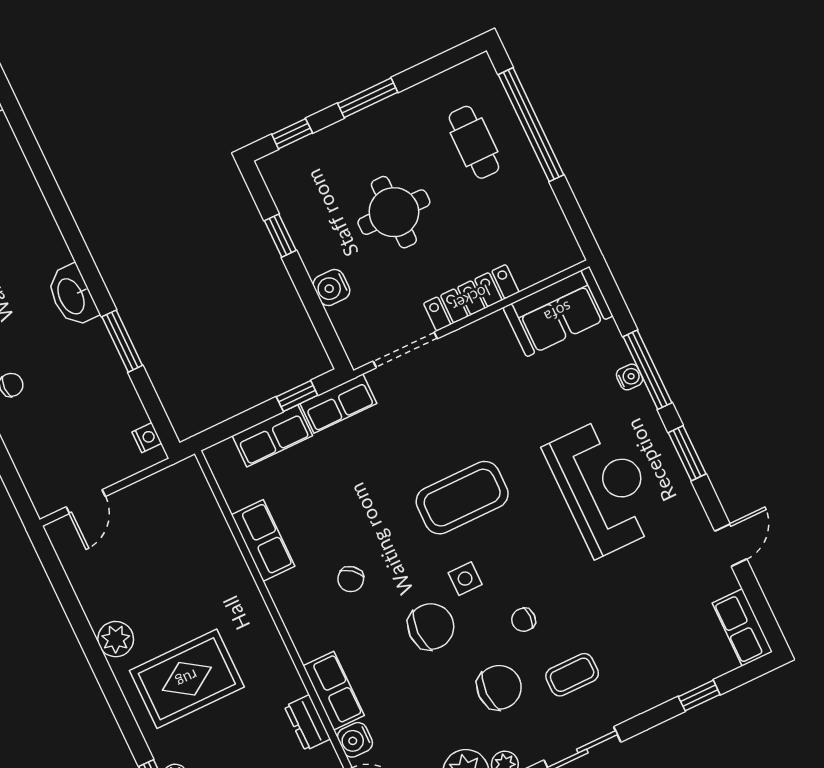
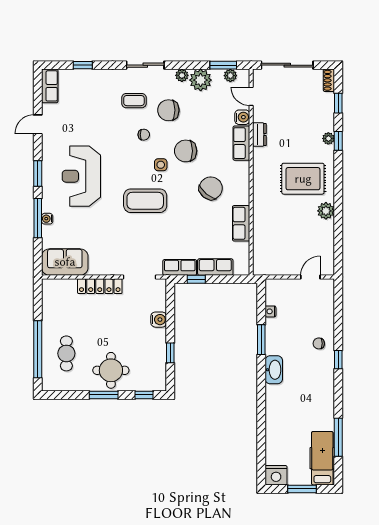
round table: (394, 212) -> (111, 370), moved
nightstand: (147, 438) -> (270, 311), moved
chair: (351, 579) -> (211, 188), width x1.87, depth x1.87

